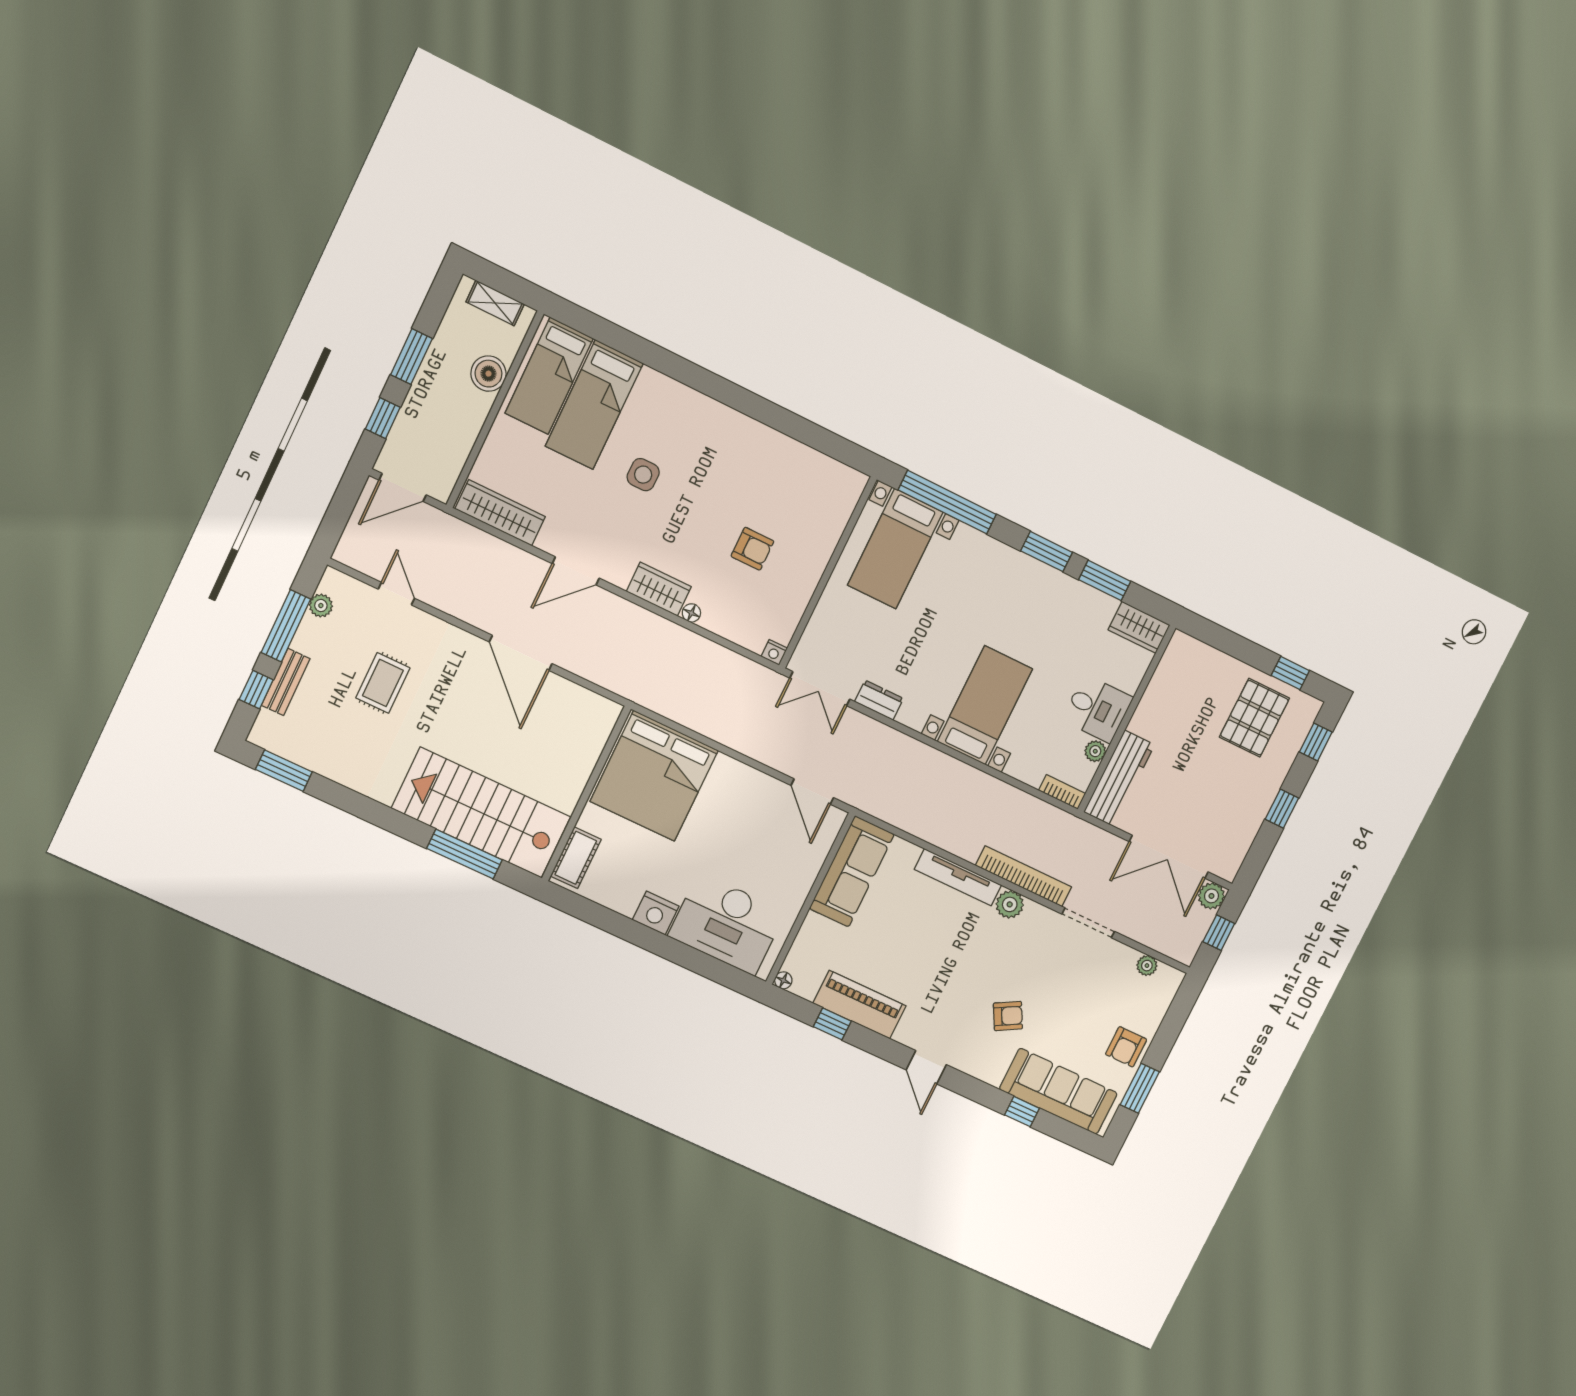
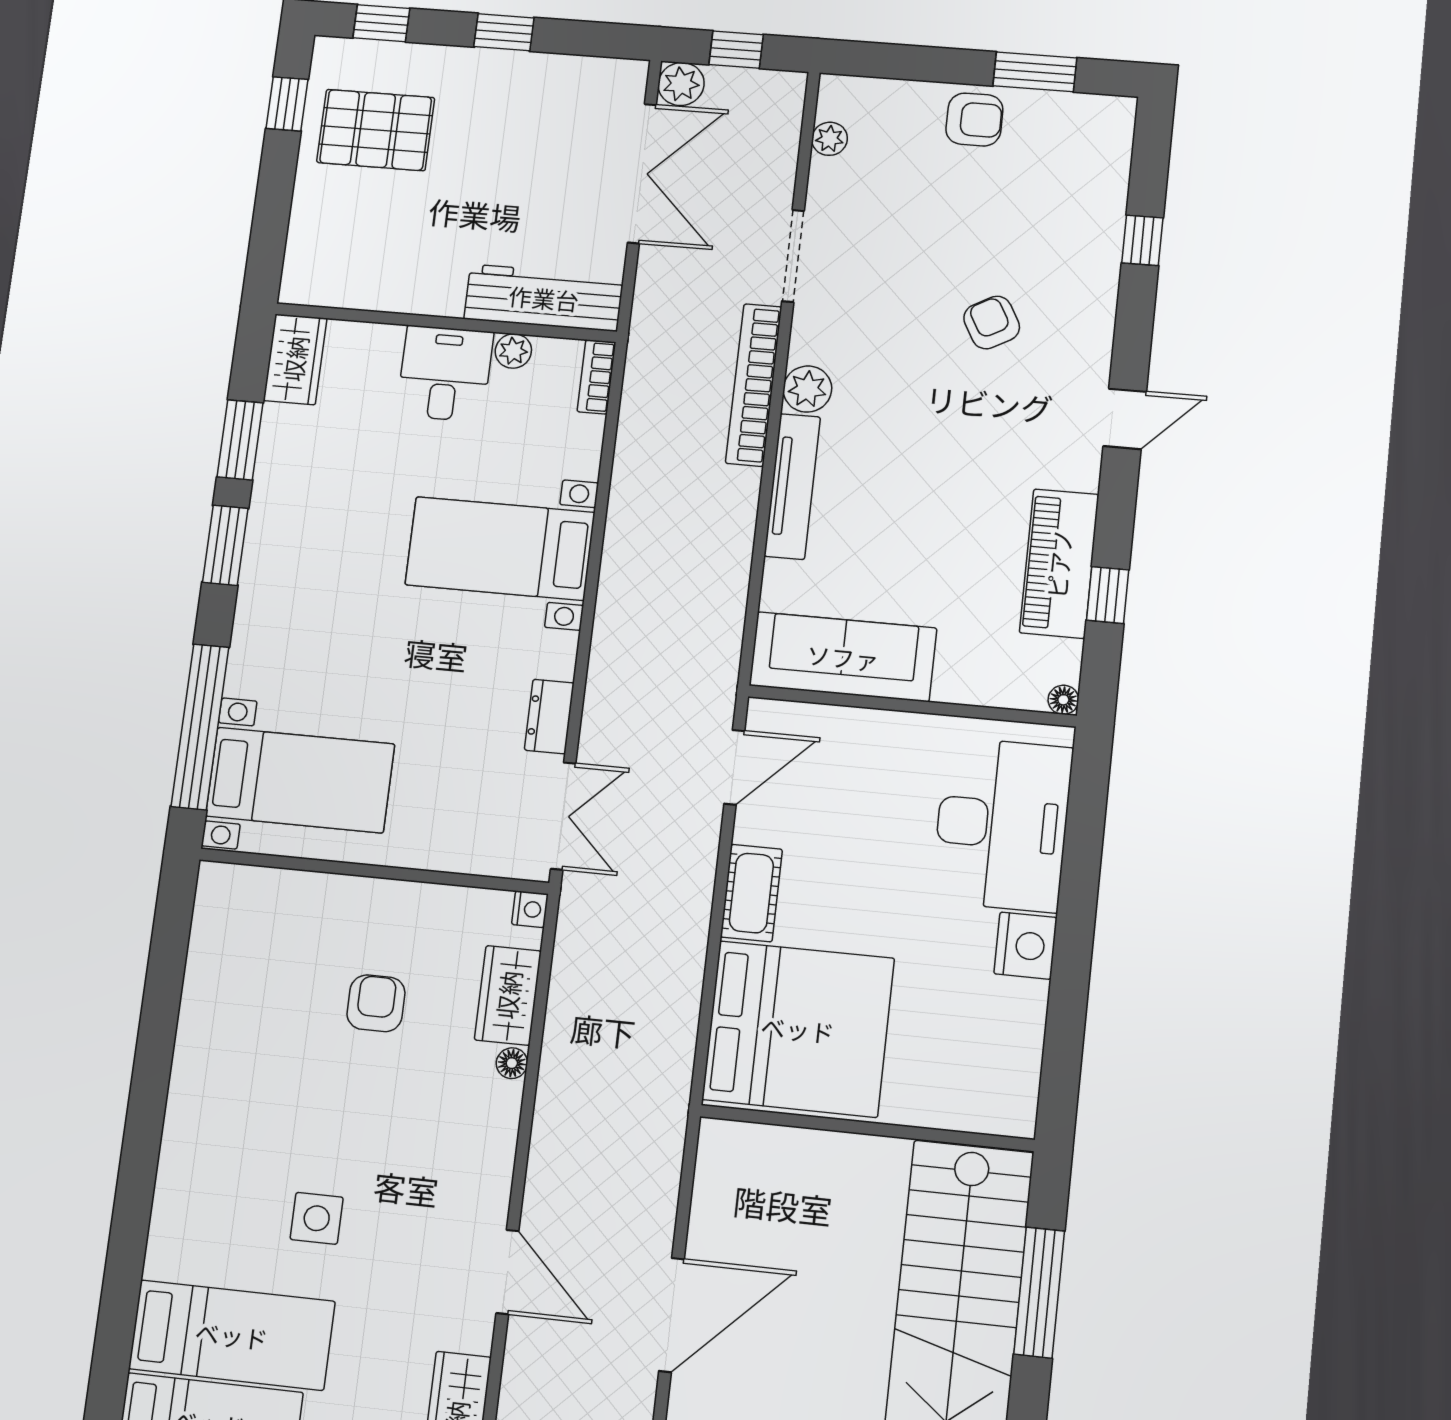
wardrobe: (659, 589) -> (508, 995), moved
cot: (576, 858) -> (751, 893), moved, turned 90
sofa: (1058, 1091) -> (1087, 196), removed

